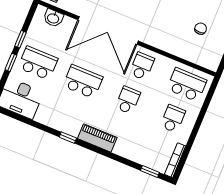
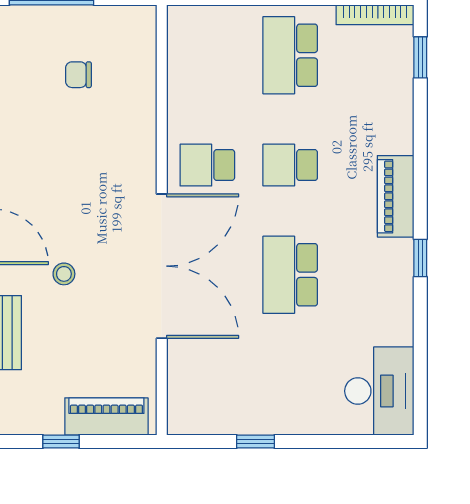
washbasin: (53, 18) -> (183, 391), removed
window: (11, 62) -> (312, 441), removed
school desk: (38, 63) -> (290, 385), removed
school desk: (187, 85) -> (207, 55), removed
school desk: (173, 119) -> (290, 55), width x1.85

